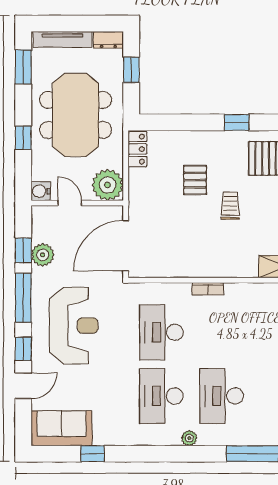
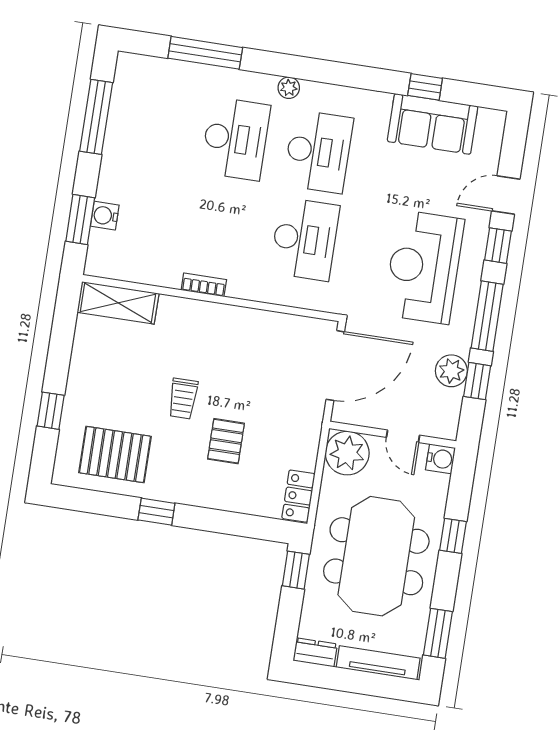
window: (131, 70) -> (296, 570), moved
bookcase: (208, 289) -> (204, 285), moved
sofa: (62, 428) -> (433, 124), moved

